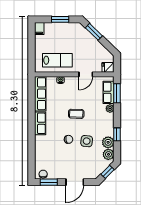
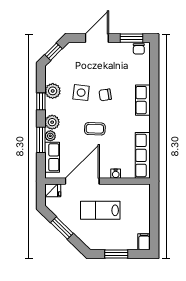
window: (94, 32) -> (62, 228), moved
lab bench: (57, 60) -> (100, 210), moved
door: (86, 74) -> (82, 181), width x1.87
window: (117, 93) -> (41, 140), moved
row of seats: (40, 123) -> (143, 100), moved
plant: (108, 154) -> (52, 122), moved

